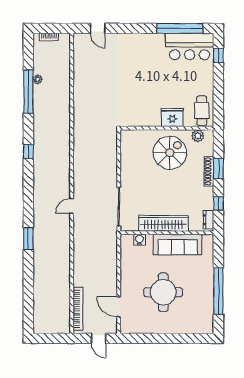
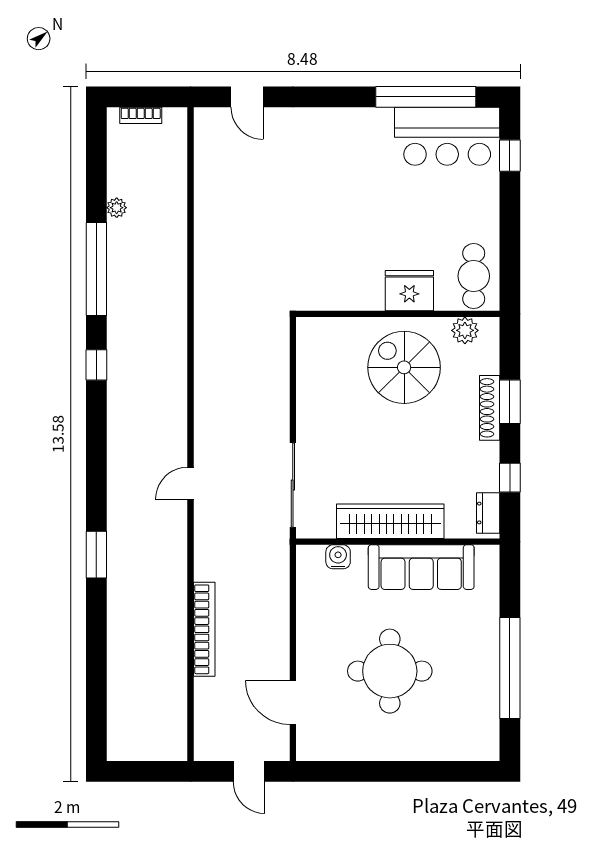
window: (28, 92) -> (96, 269), moved
spiral stairs: (170, 153) -> (404, 367), turned -90
bookcase: (78, 309) -> (204, 629), moved

